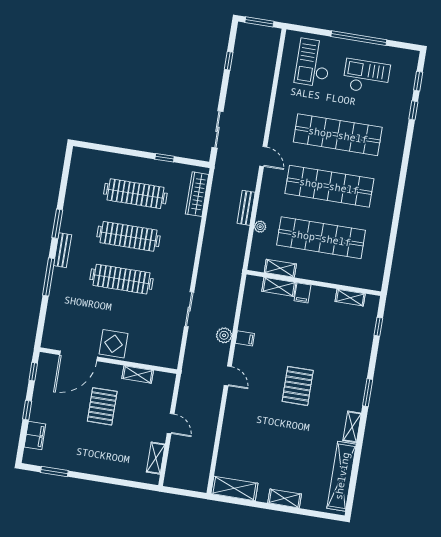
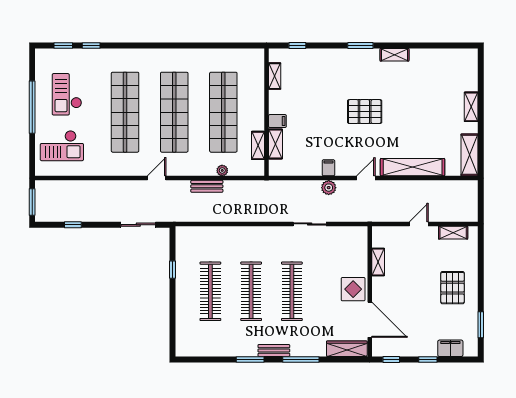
wardrobe: (197, 194) -> (347, 349), moved, turned 180
pallet: (102, 406) -> (453, 288), moved, turned 90
shelving: (342, 476) -> (413, 167), moved

